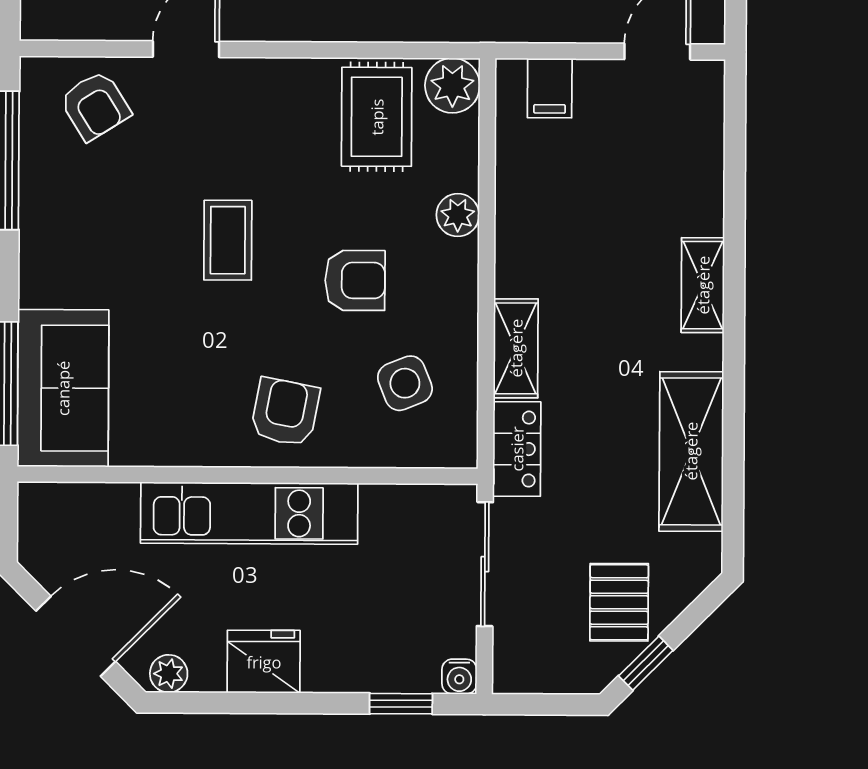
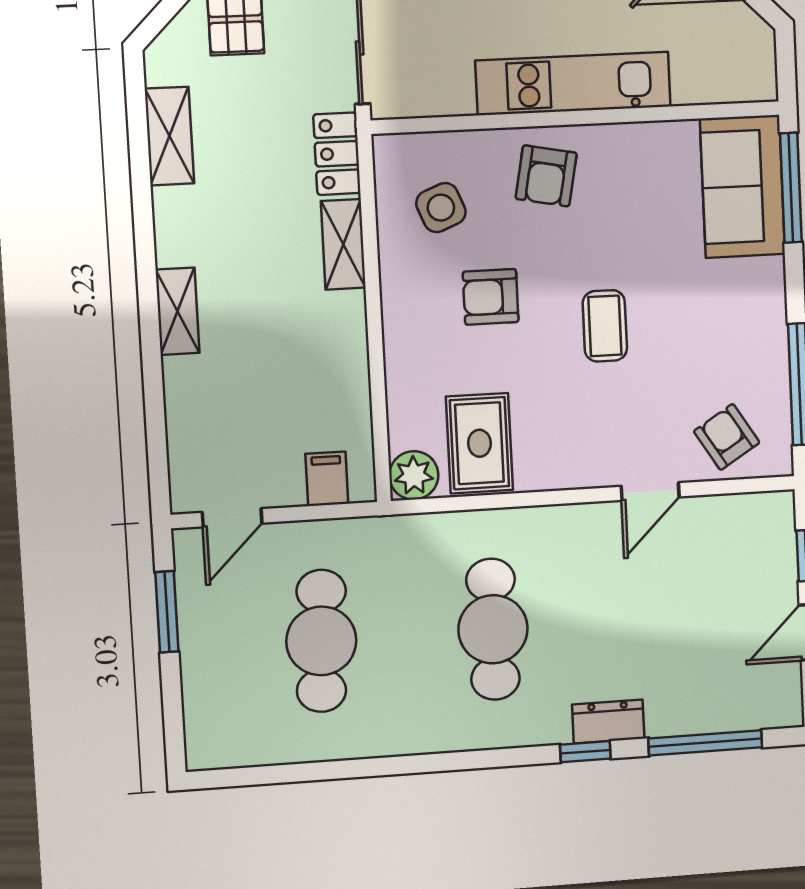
plant: (458, 215) -> (402, 361), removed
shelving: (691, 451) -> (169, 136), width x0.67, depth x0.75

